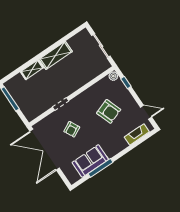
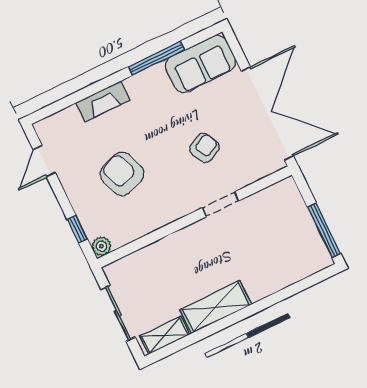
shelving: (32, 70) -> (165, 335), moved
door: (146, 112) -> (44, 161), hinge flipped
fireplace: (137, 134) -> (103, 101), moved
sofa: (90, 161) -> (201, 64), moved

